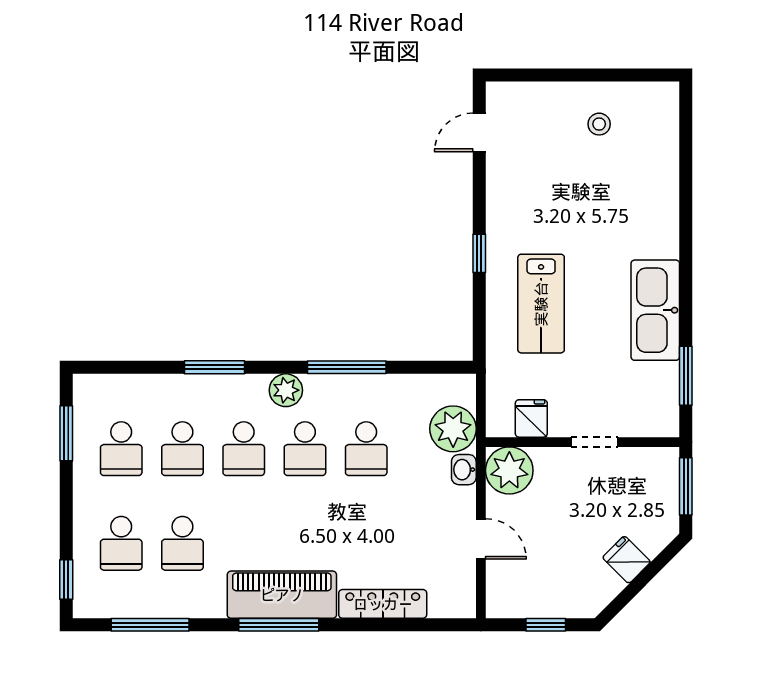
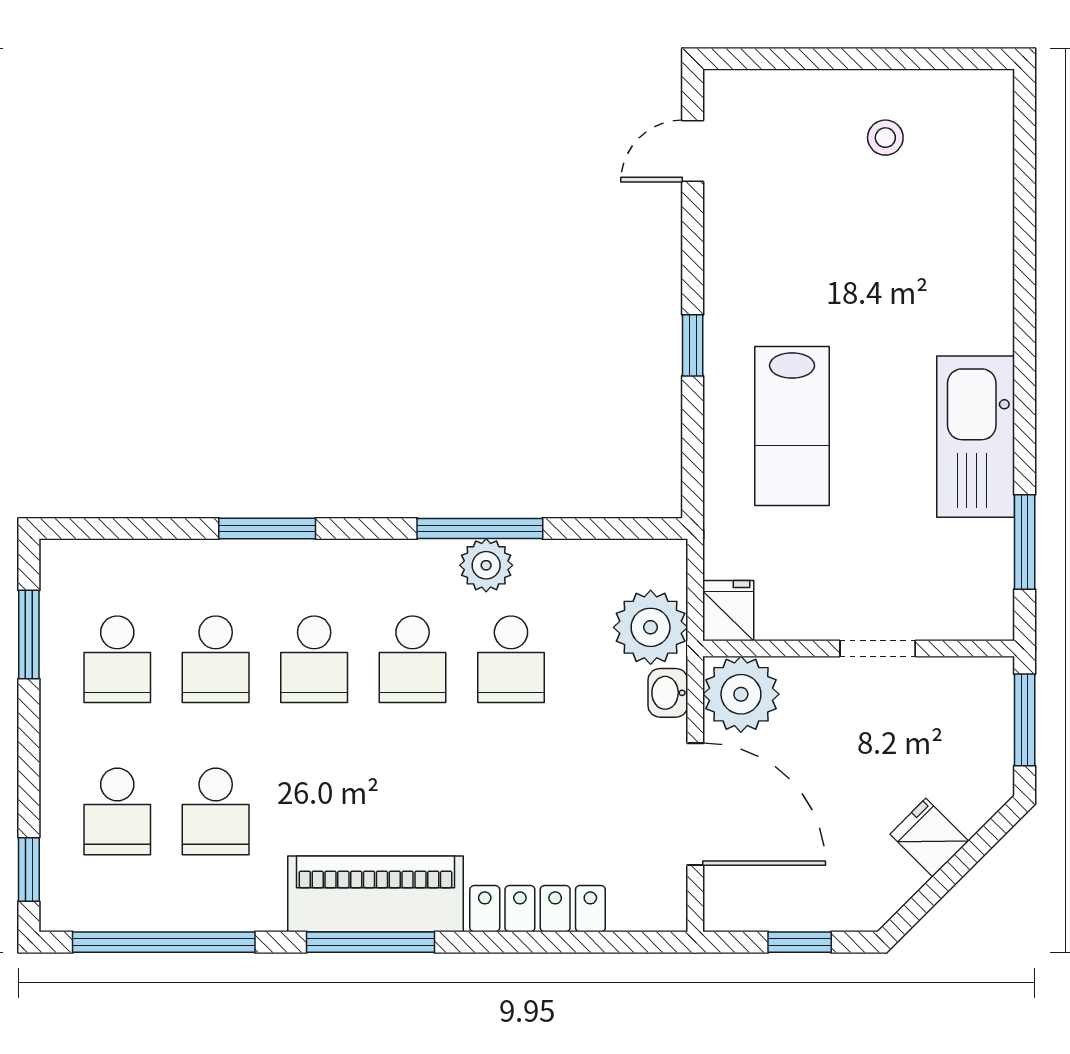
plant: (286, 390) -> (486, 565), moved
fridge: (531, 418) -> (728, 611), moved
door: (481, 539) -> (695, 804), width x1.87
window: (150, 625) -> (164, 942), width x1.46

